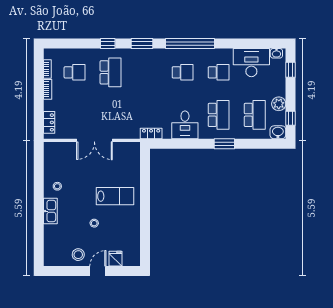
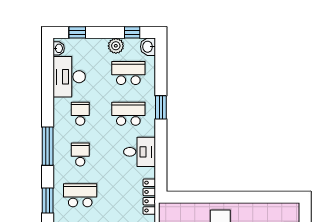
window: (190, 44) -> (48, 146), width x0.68
school desk: (147, 72) -> (80, 195), added
locker: (151, 133) -> (149, 197), width x1.53

